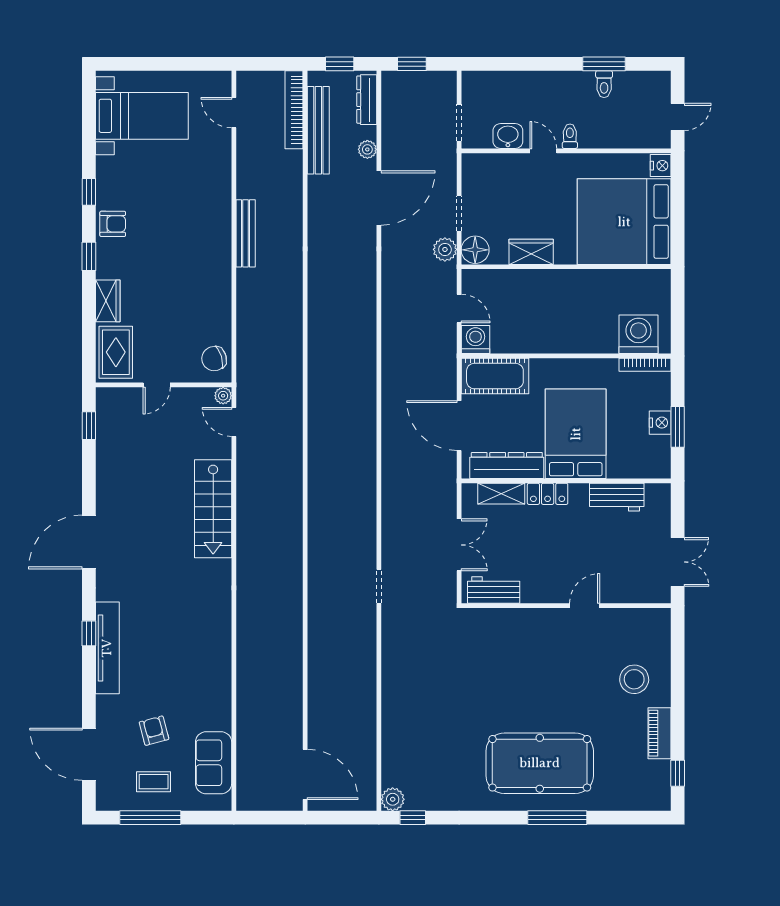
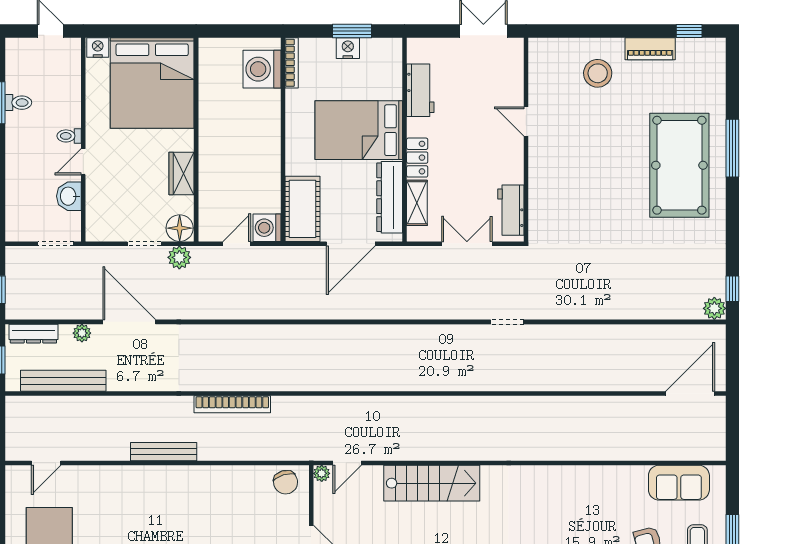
bookcase: (294, 110) -> (232, 404), moved

